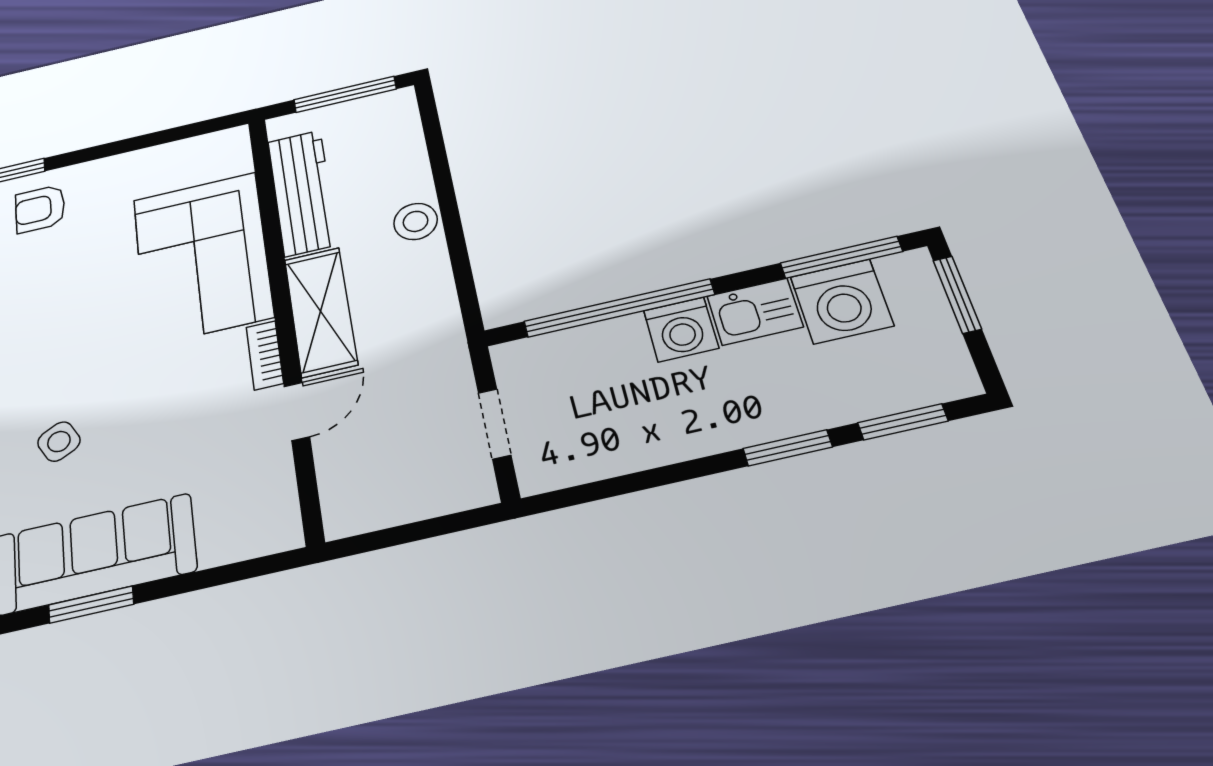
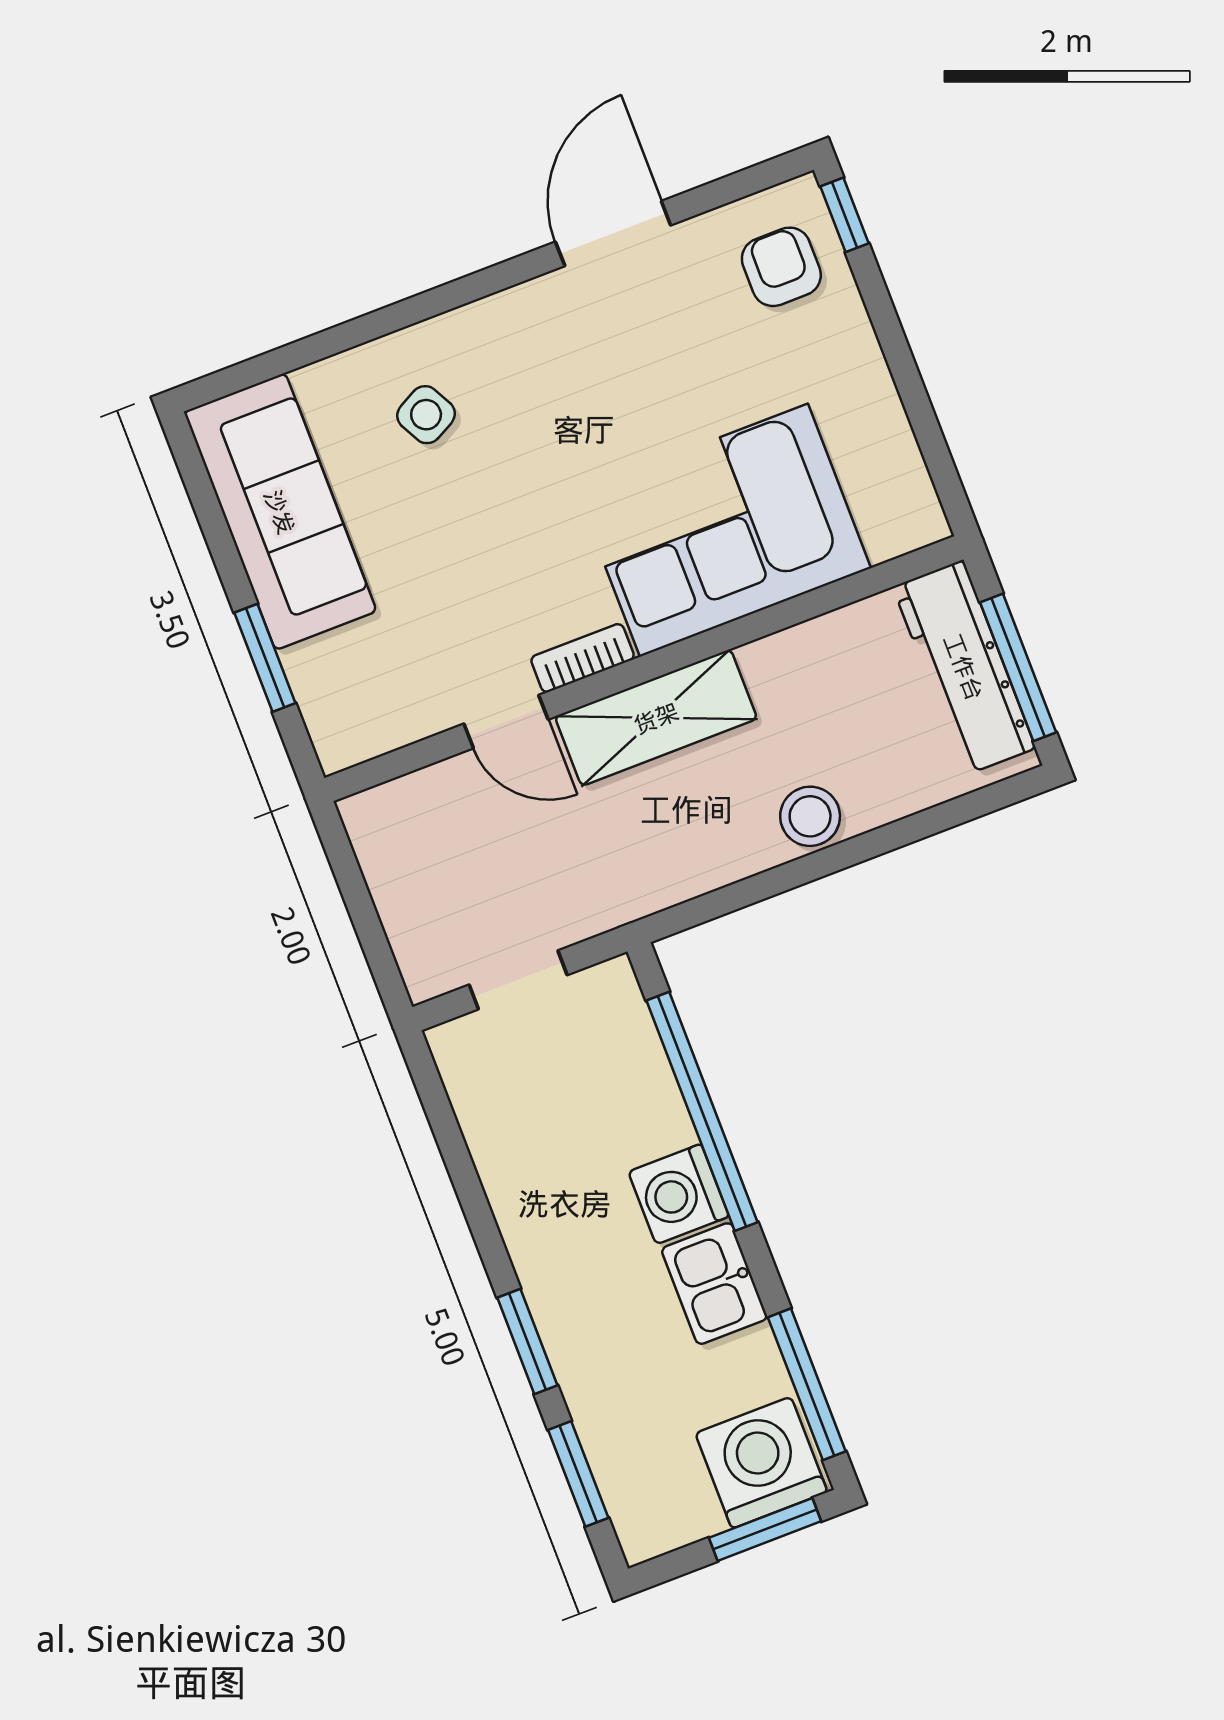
workbench: (303, 192) -> (964, 667), moved, turned 90
washing machine: (842, 301) -> (761, 1463), moved, turned 90
window: (91, 605) -> (265, 658), moved

